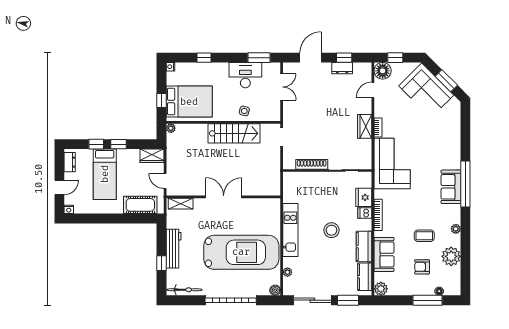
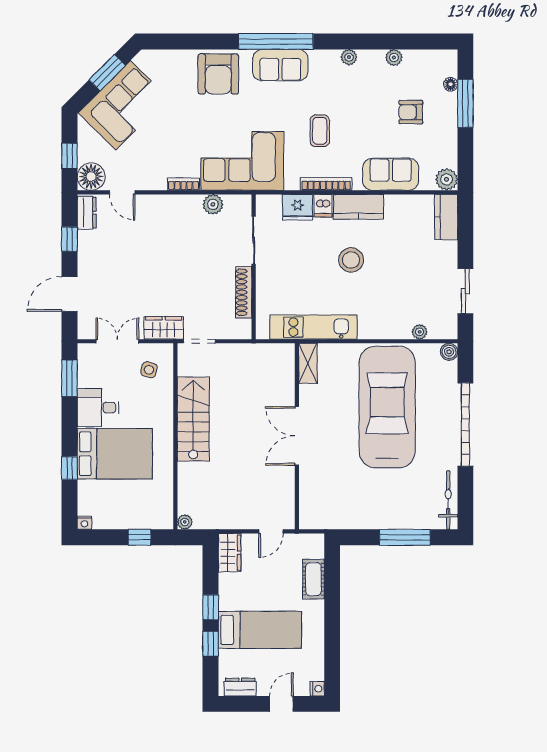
door: (311, 58) -> (69, 294), hinge flipped
dresser: (342, 68) -> (87, 213), moved
desk: (245, 75) -> (98, 408), width x0.73
bed: (189, 102) -> (115, 454), moved, turned 90
side table: (244, 111) -> (149, 370), moved
wardrobe: (365, 126) -> (164, 328), moved, turned 180
plant: (366, 146) -> (213, 204), added
armchair: (445, 149) -> (218, 74), added
door: (59, 187) -> (281, 704), hinge flipped
shelving: (181, 204) -> (308, 363), moved
cot: (140, 205) -> (313, 579), width x0.73, depth x0.75
kitchen unit: (290, 230) -> (313, 327), moved
coffee table: (424, 236) -> (320, 131), moved
kitchen counter: (364, 247) -> (358, 207), moved
workbench: (174, 249) -> (381, 517), removed
plant: (451, 256) -> (394, 57), width x0.53, depth x0.53
window: (161, 263) -> (405, 537), width x2.17
armchair: (422, 267) -> (411, 112), turned 90
kitchen counter: (365, 277) -> (446, 217), moved, turned 90
sliding door: (312, 300) -> (465, 291), width x0.73
window: (348, 300) -> (465, 233), removed

